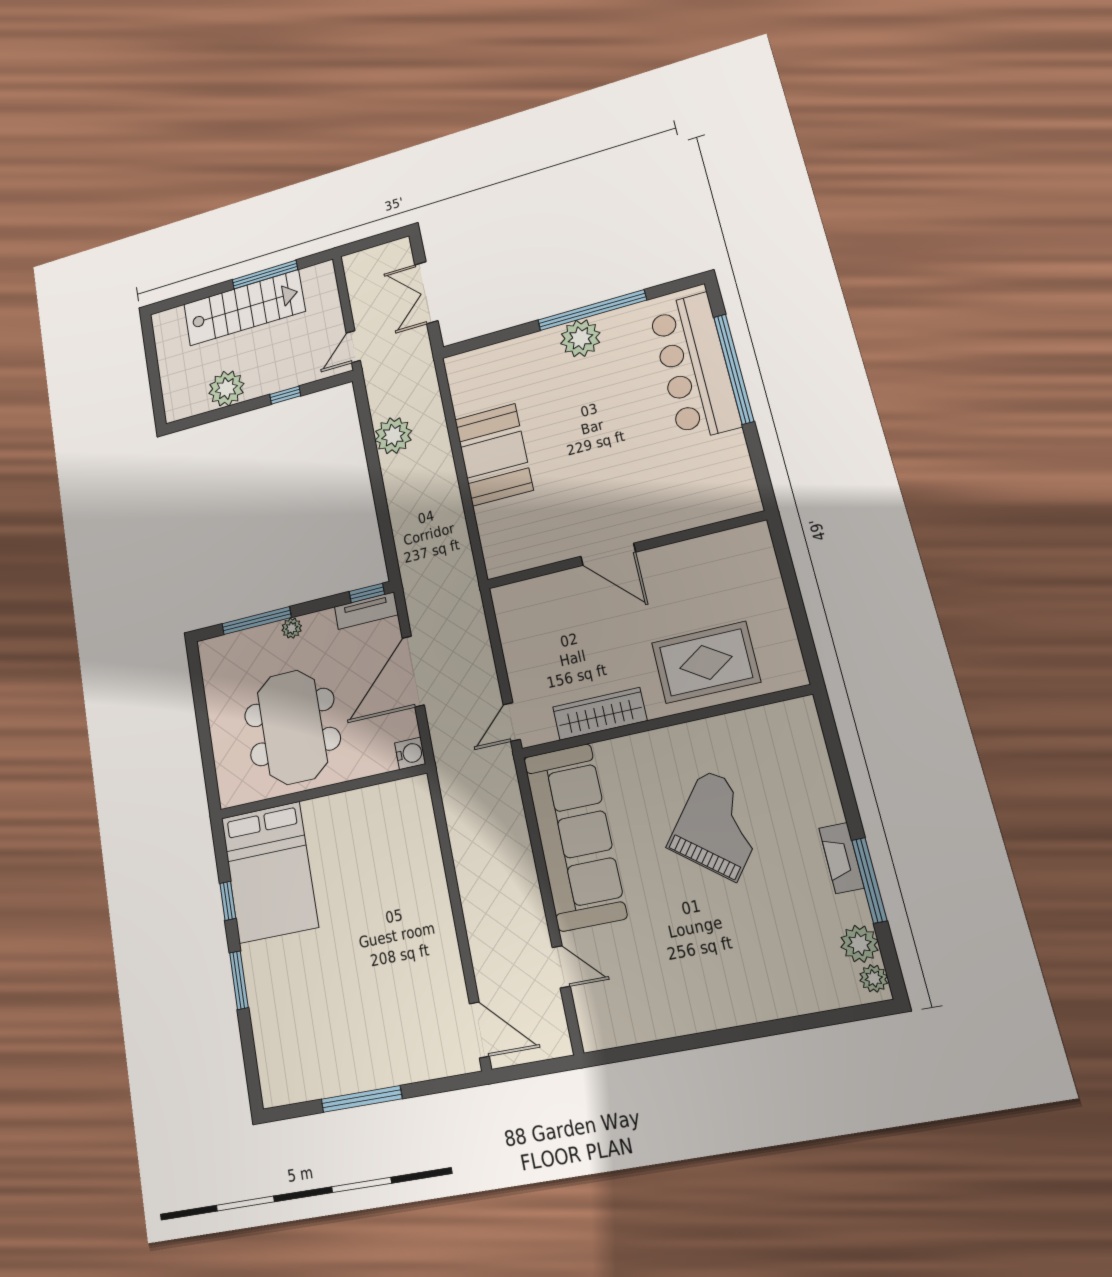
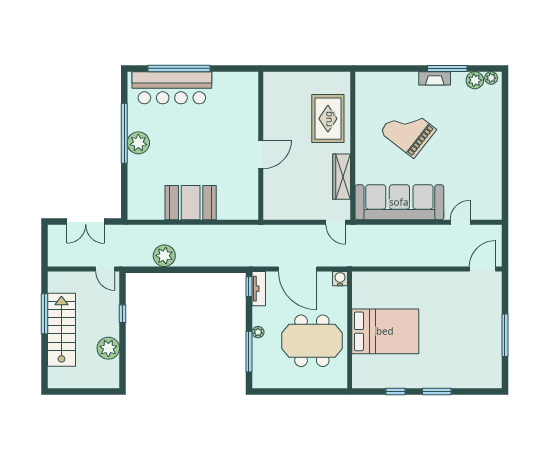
bed: (269, 872) -> (385, 331), moved

